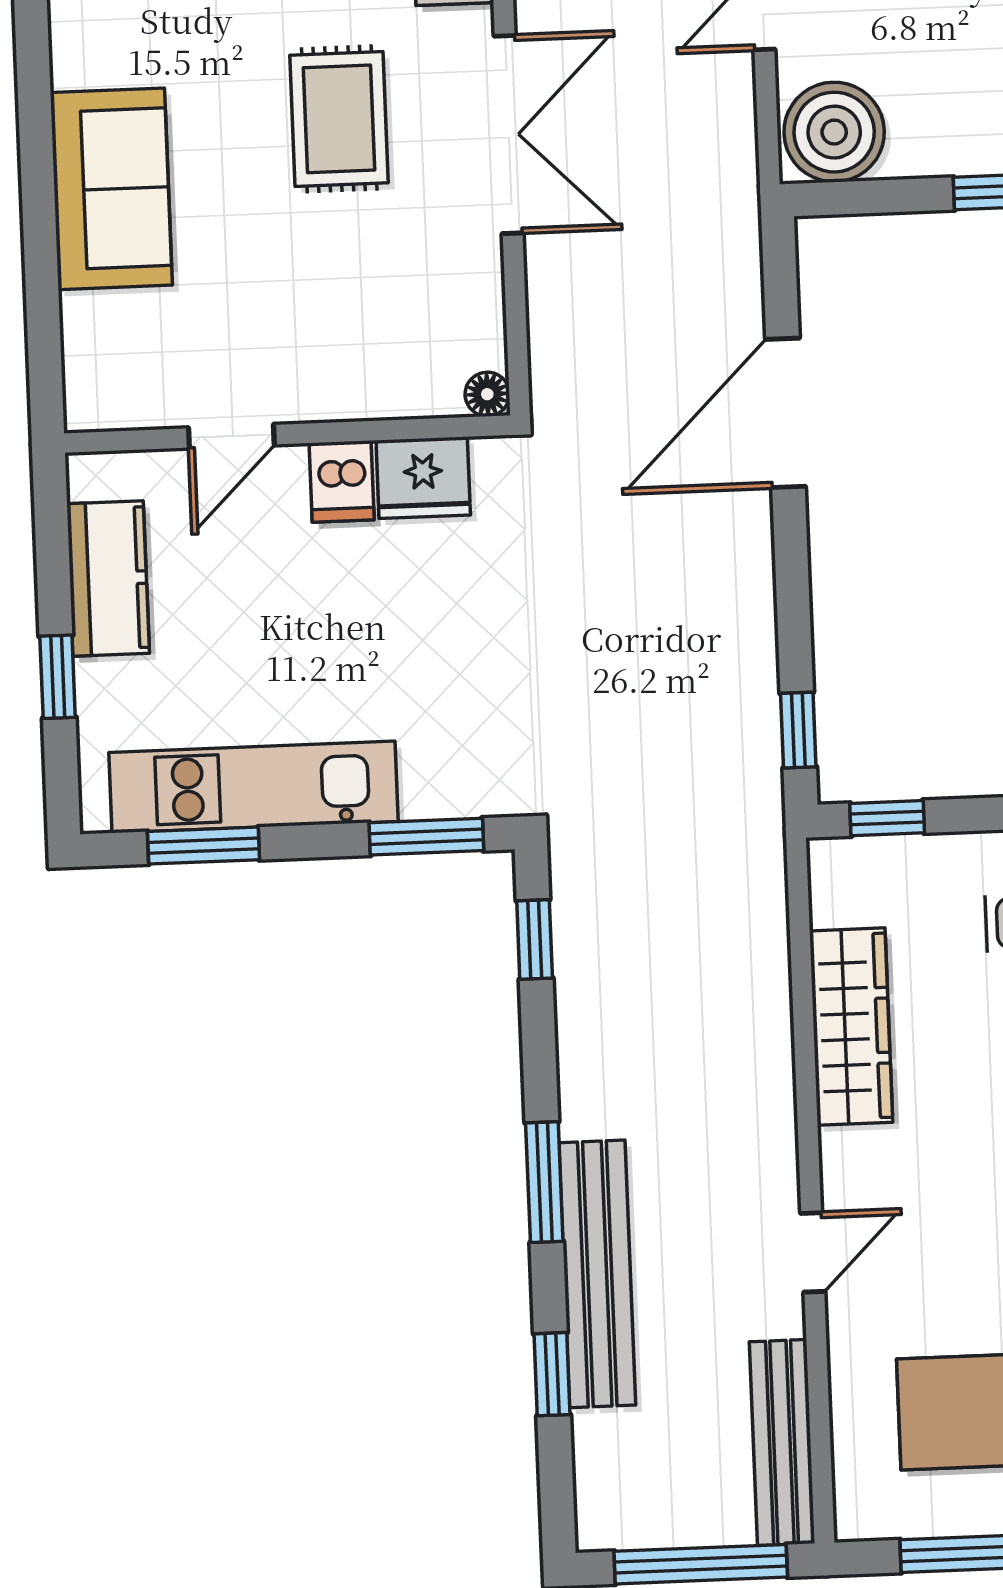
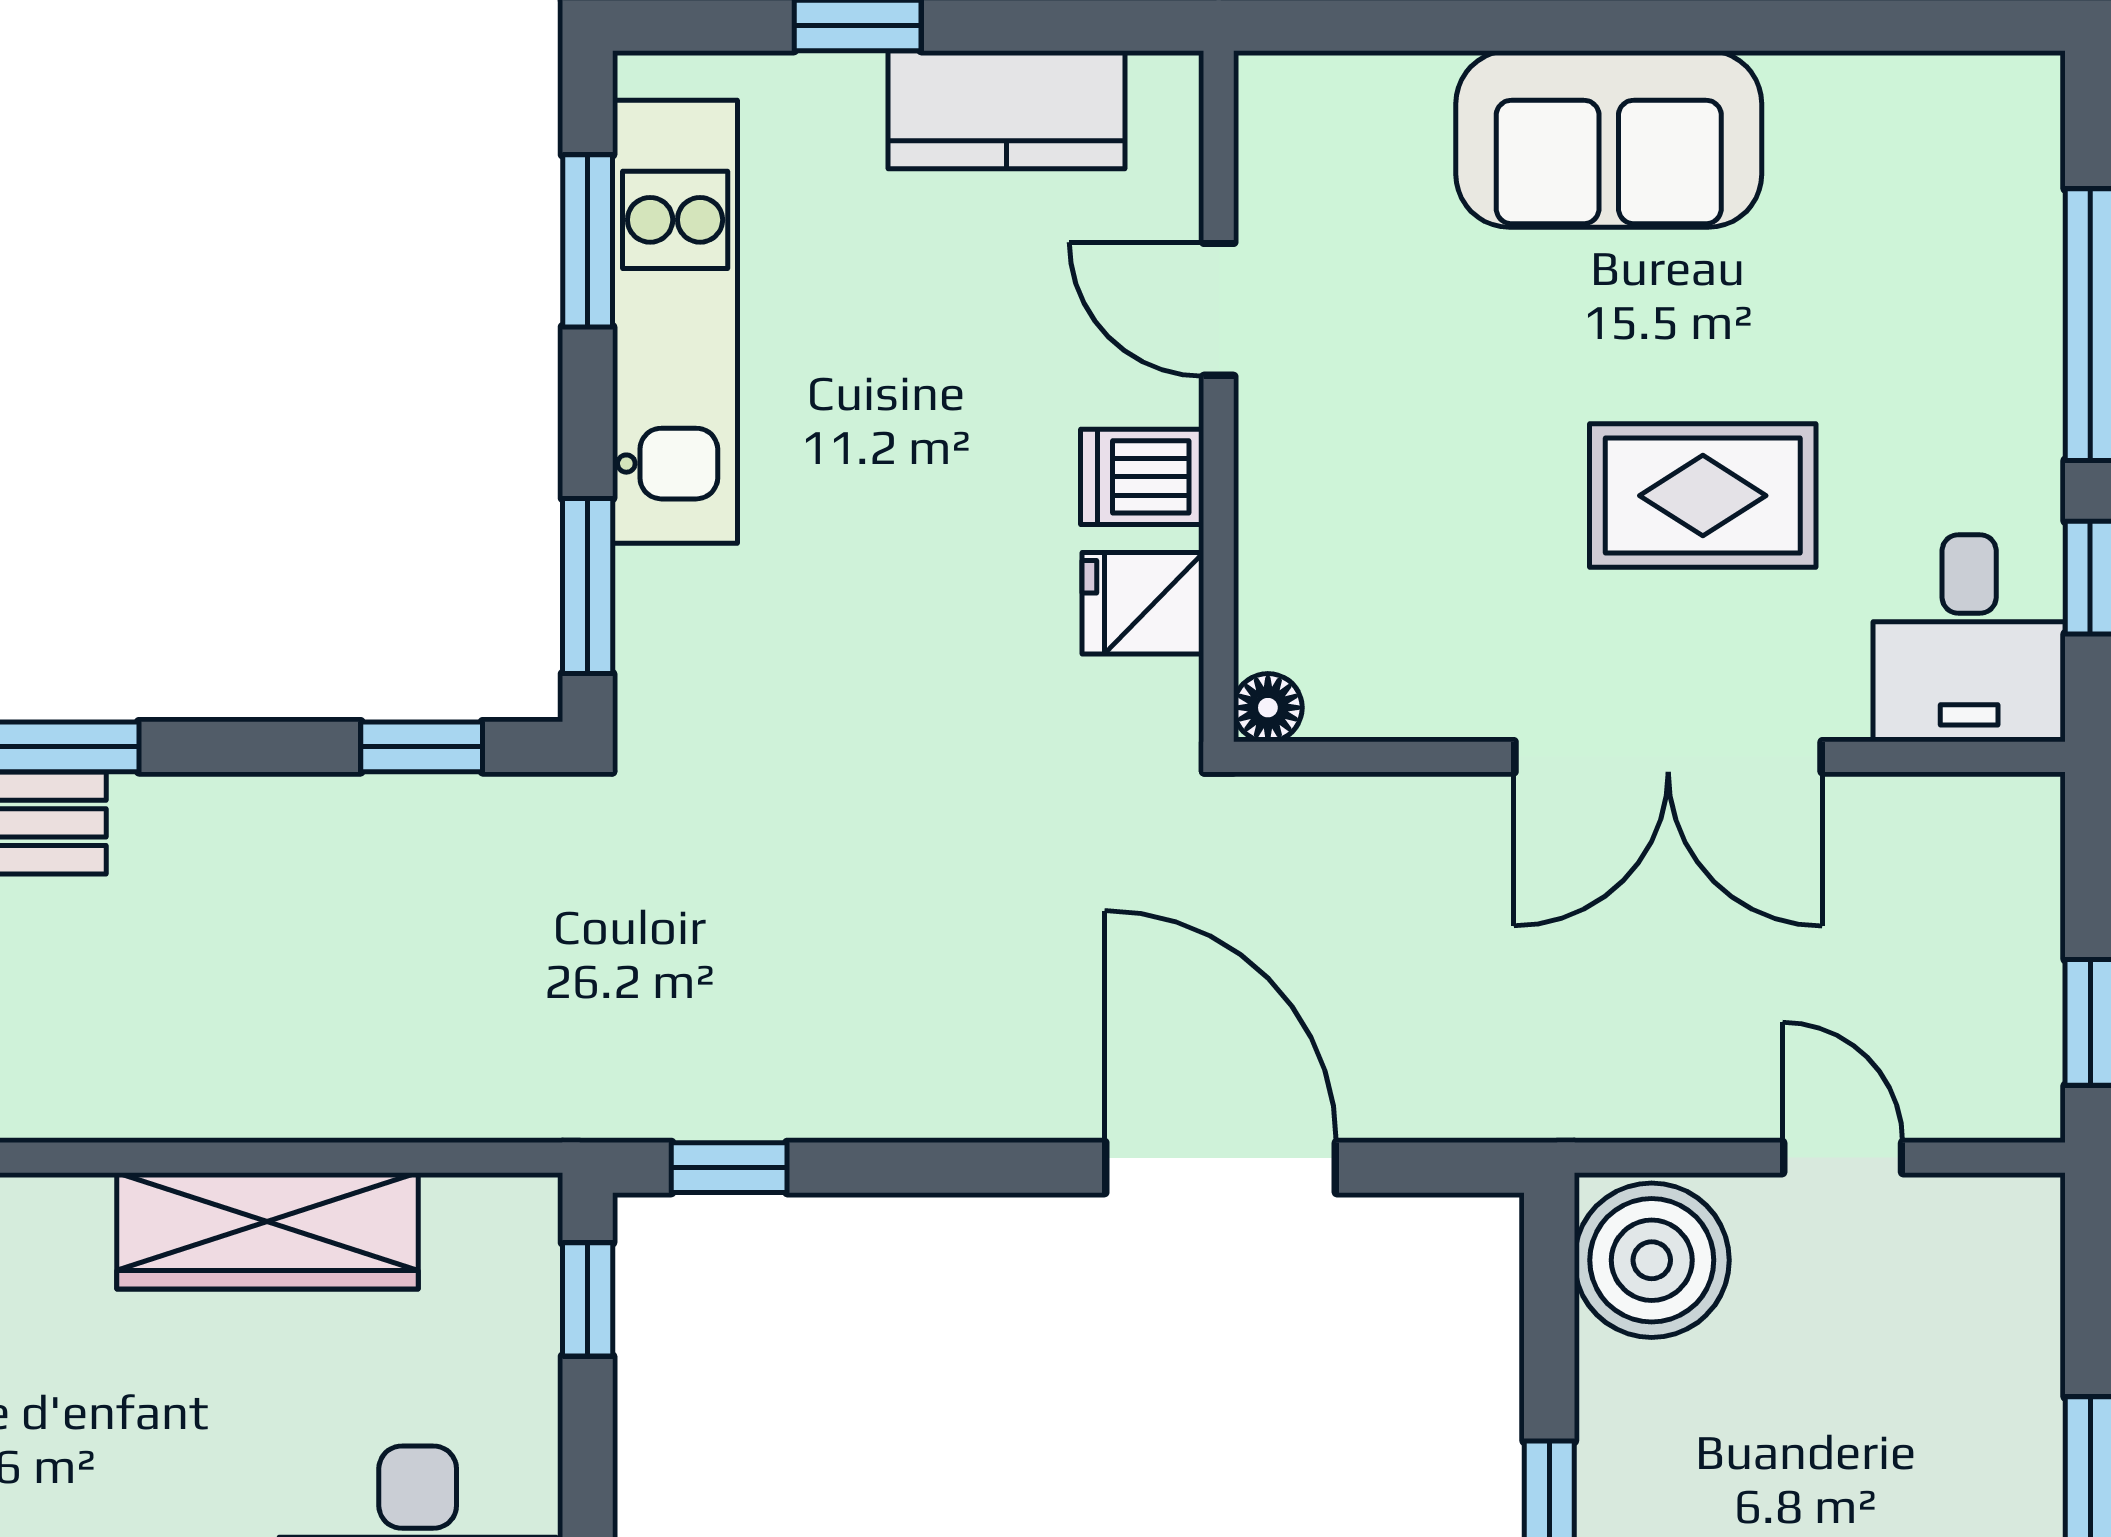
fridge: (423, 478) -> (1143, 603), width x0.72

